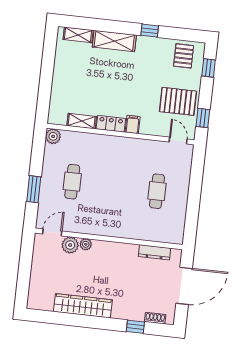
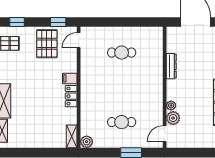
shelving: (82, 121) -> (72, 136), moved
door: (52, 232) -> (165, 134), hinge flipped
dresser: (154, 252) -> (171, 66), moved

